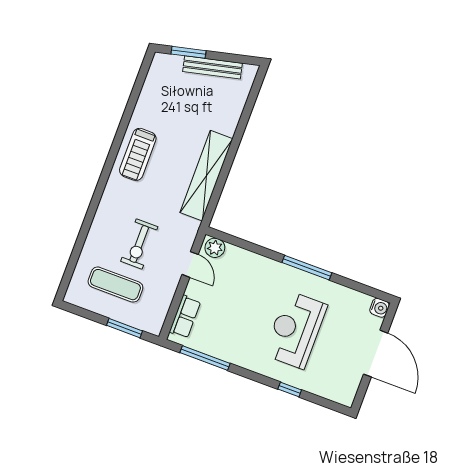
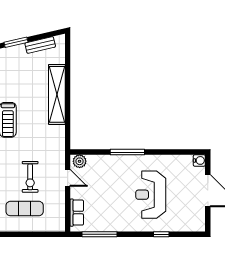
bench: (213, 67) -> (40, 45), width x0.73
shelving: (206, 176) -> (57, 94), moved
window: (307, 268) -> (127, 152), moved
window: (125, 328) -> (41, 234), removed

